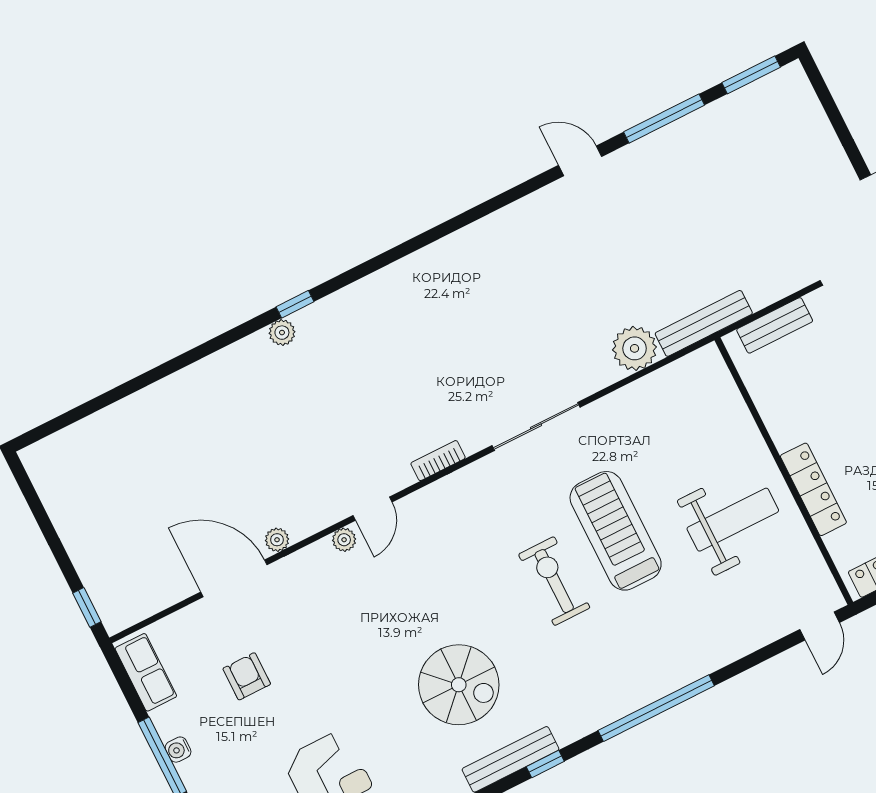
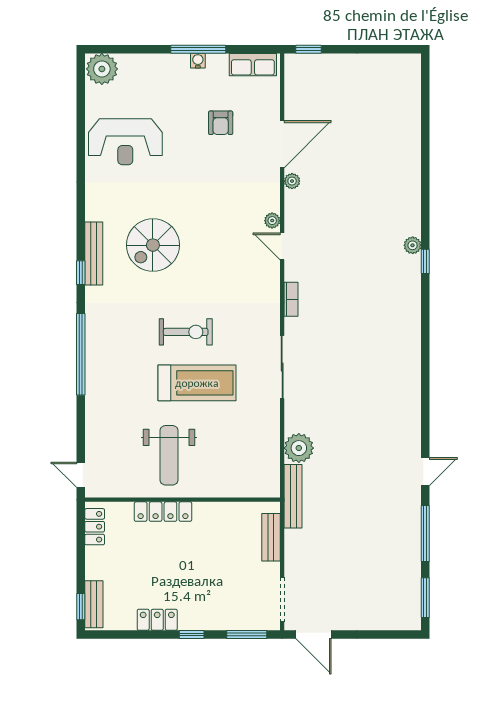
armchair: (247, 676) -> (221, 123), turned 90

